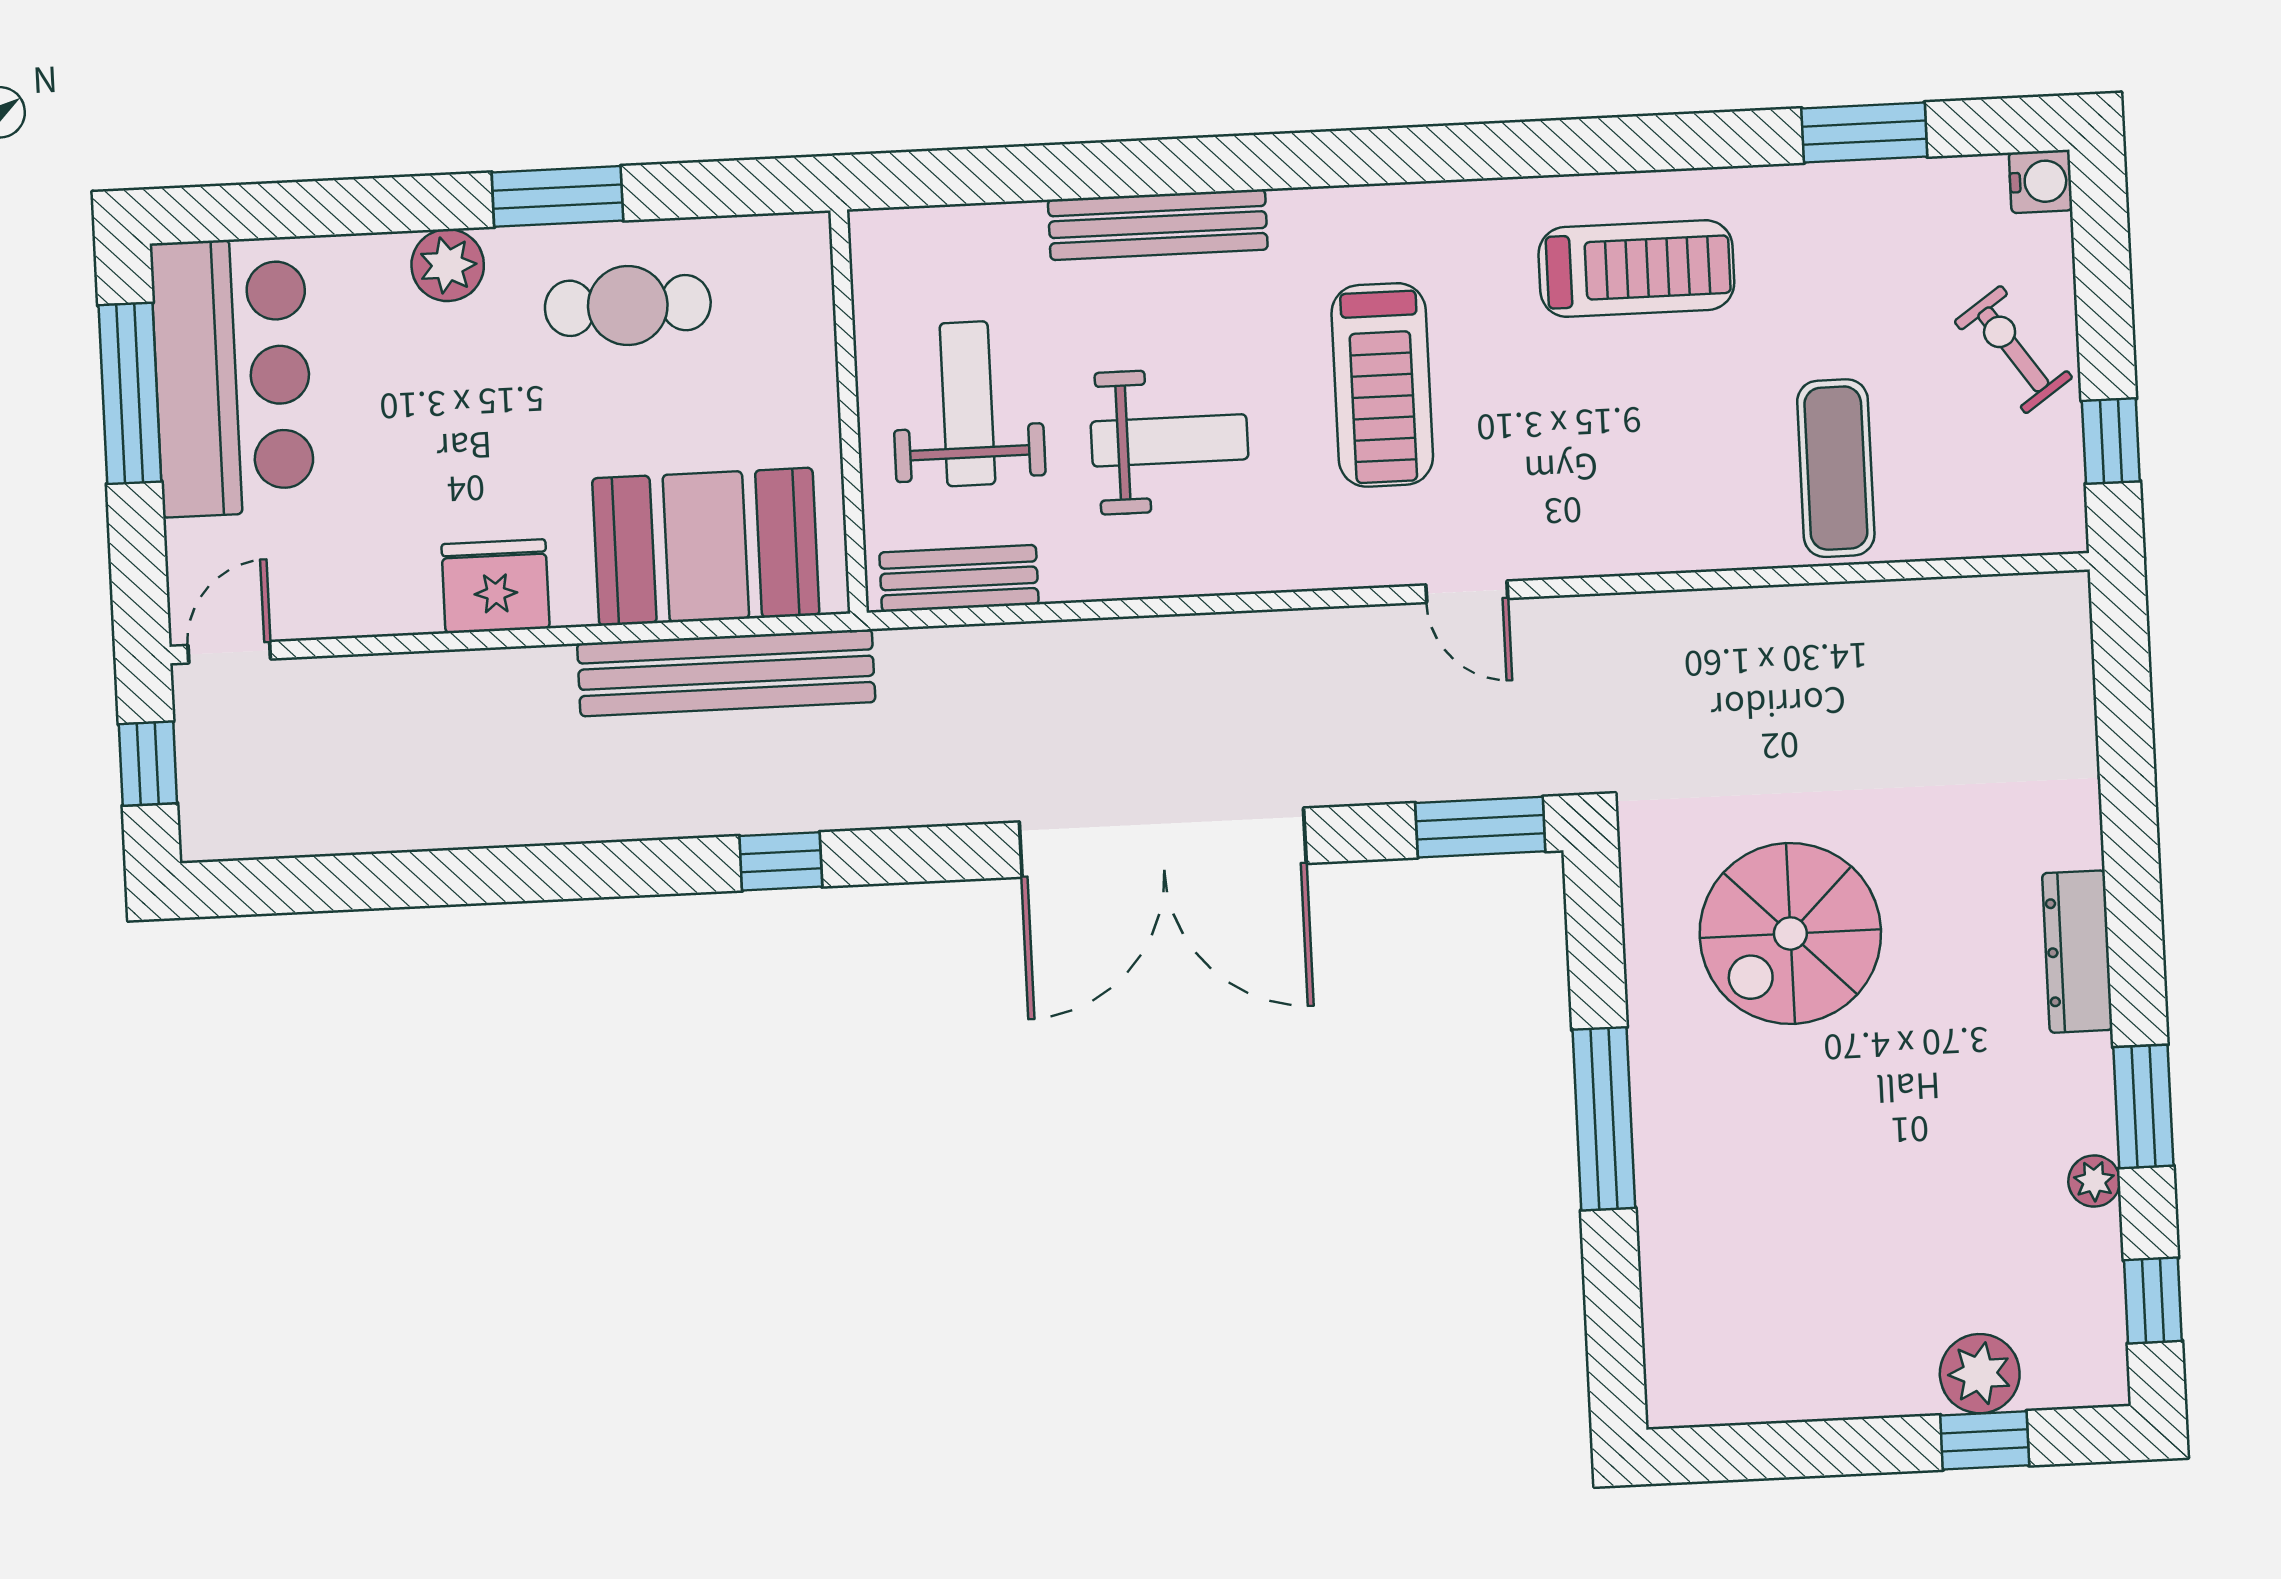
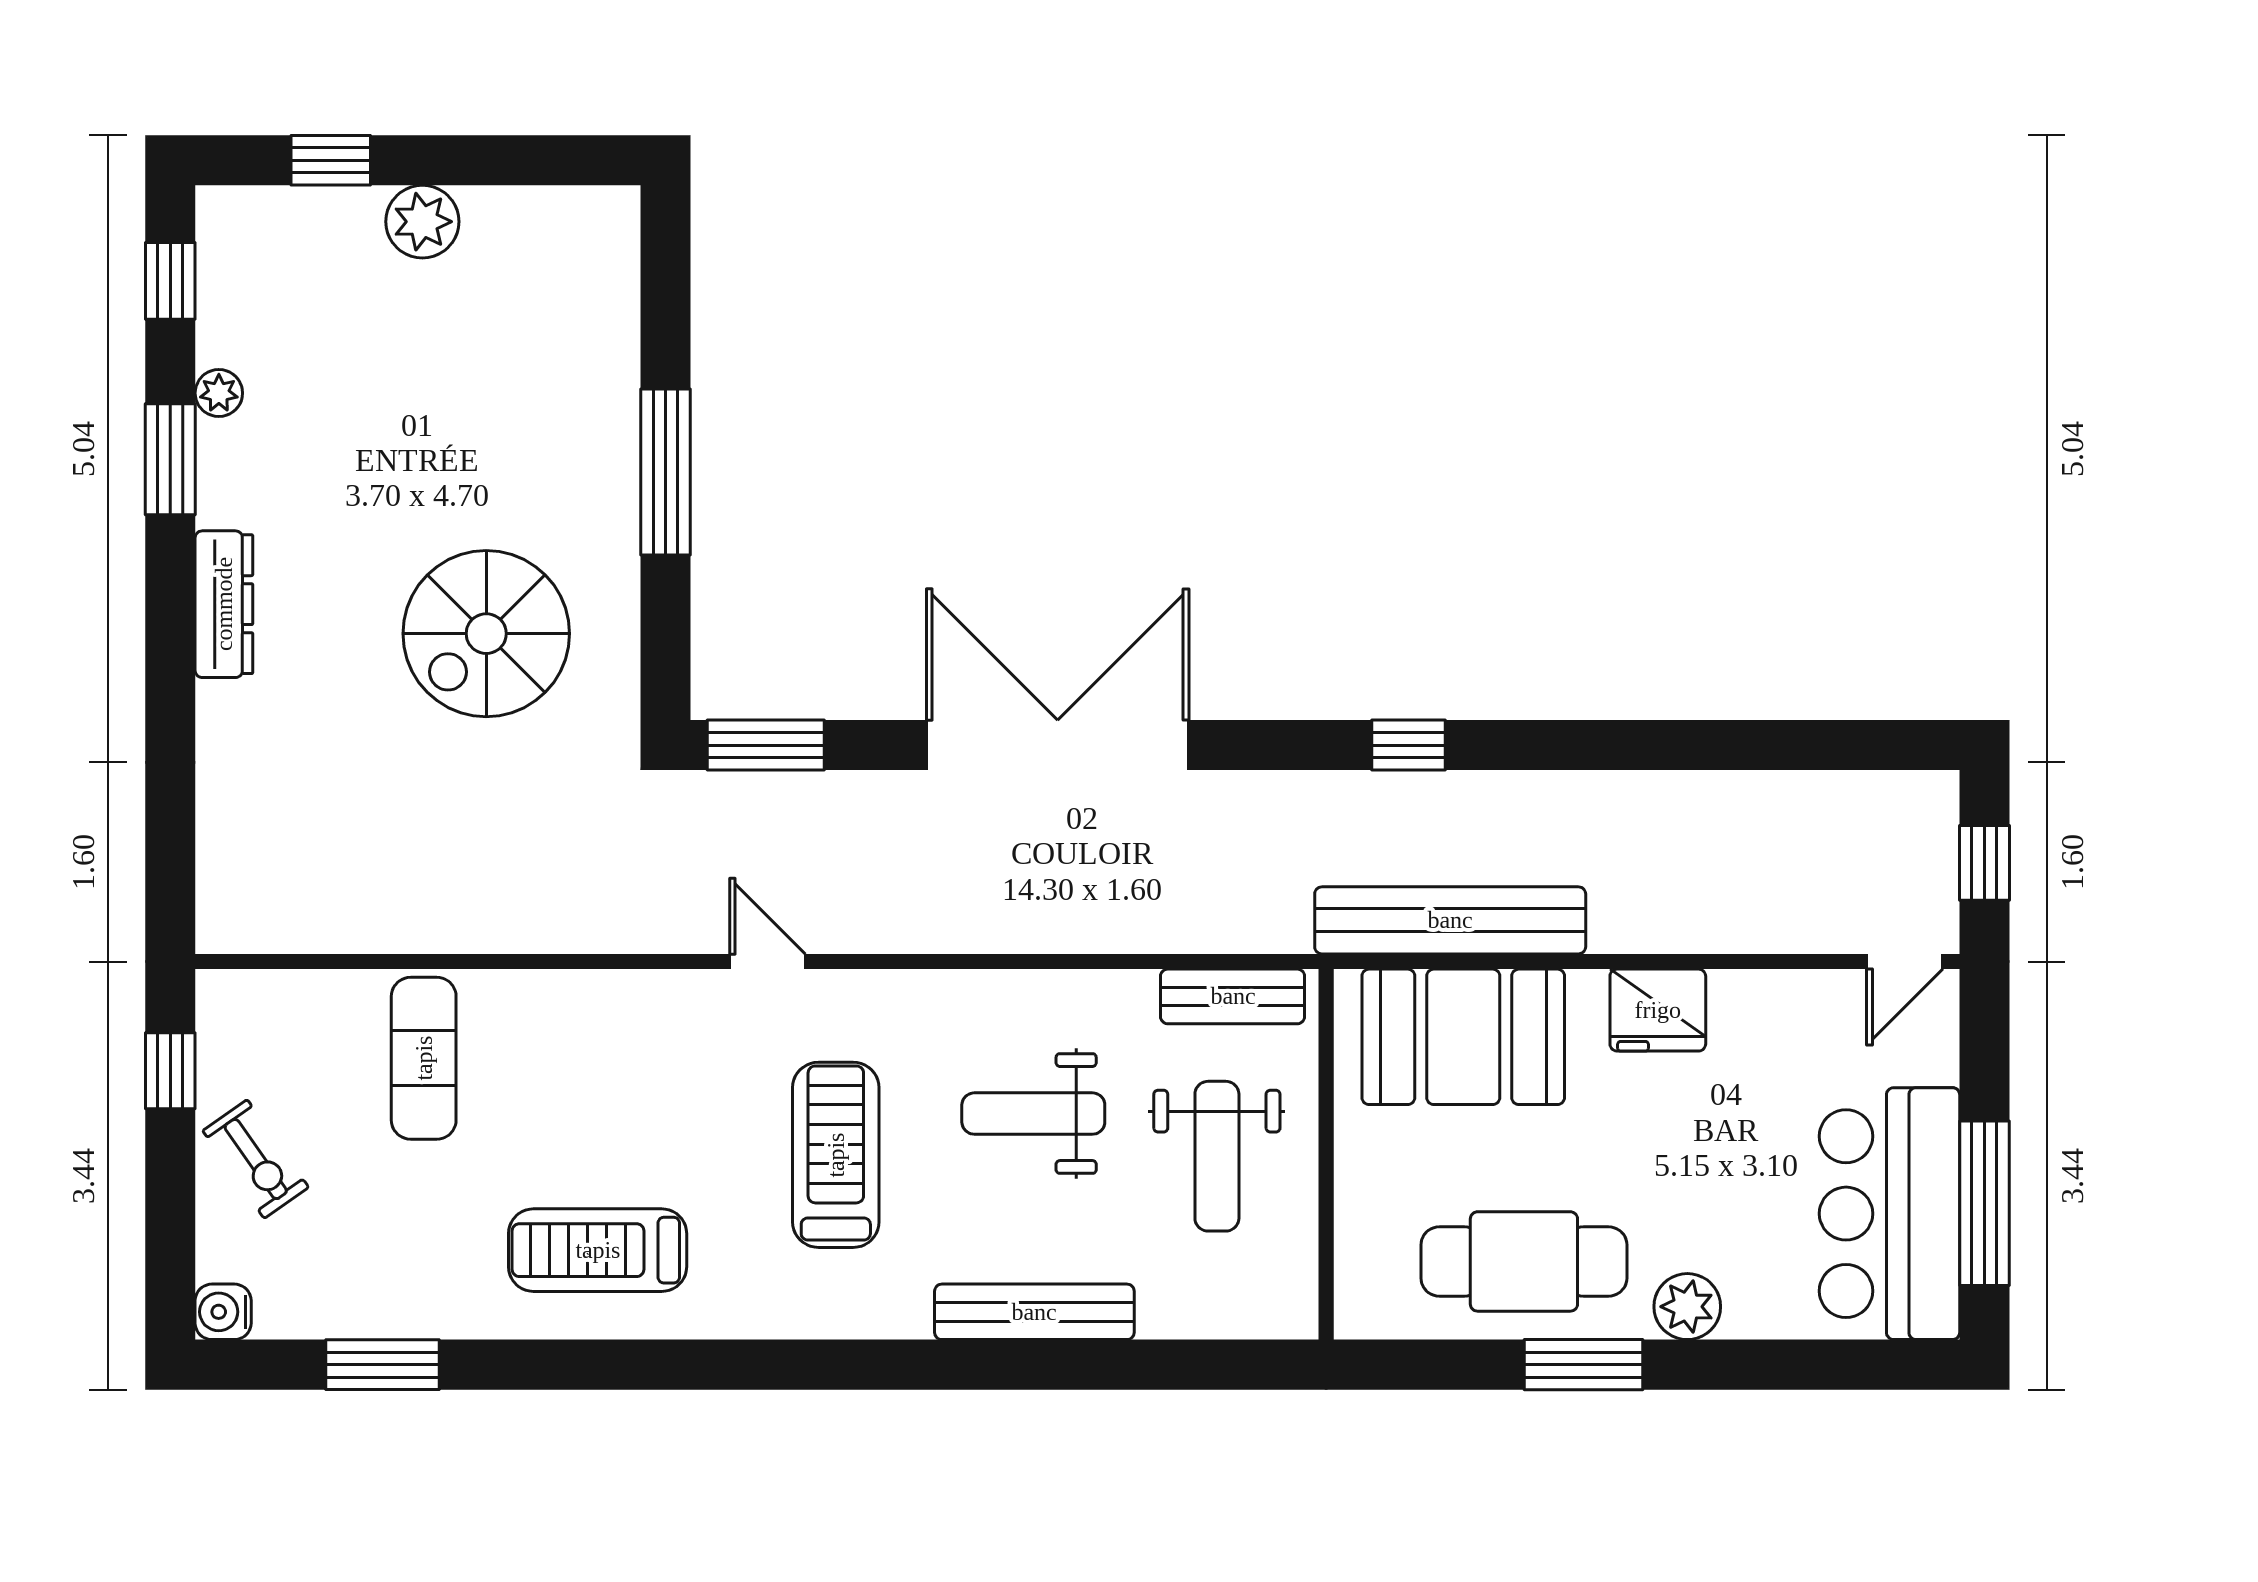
cafe table: (628, 305) -> (1524, 1261), width x1.37, depth x1.35
spiral stairs: (1790, 933) -> (486, 634), turned 180
plant: (1980, 1374) -> (422, 222), moved

